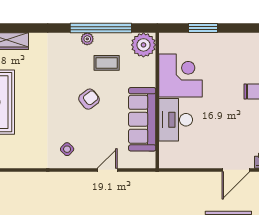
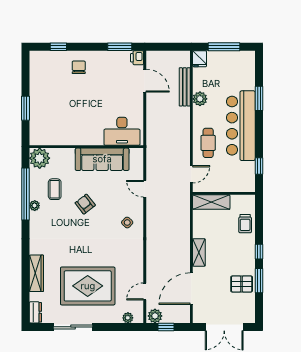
corner desk: (180, 76) -> (65, 127), removed
desk: (176, 120) -> (122, 131), moved

